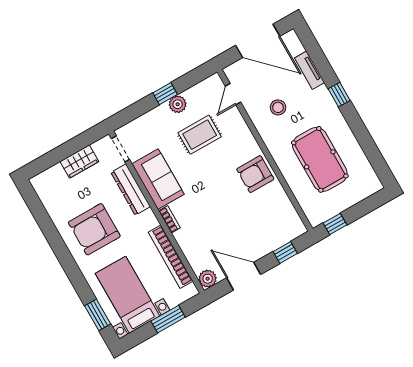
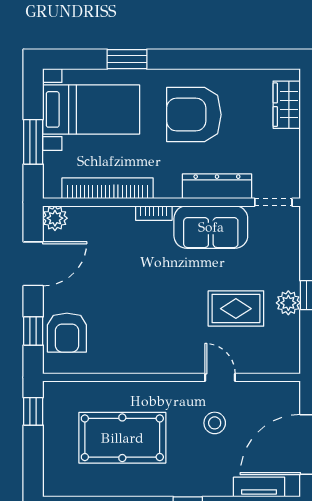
tv unit: (309, 70) -> (259, 487), moved
door: (233, 94) -> (220, 377), moved
rug: (200, 135) -> (236, 309), turned 90
wardrobe: (79, 162) -> (287, 105), moved
armchair: (255, 174) -> (67, 333), moved, turned 180
armchair: (94, 229) -> (194, 115), turned -90
window: (98, 315) -> (127, 59), moved

